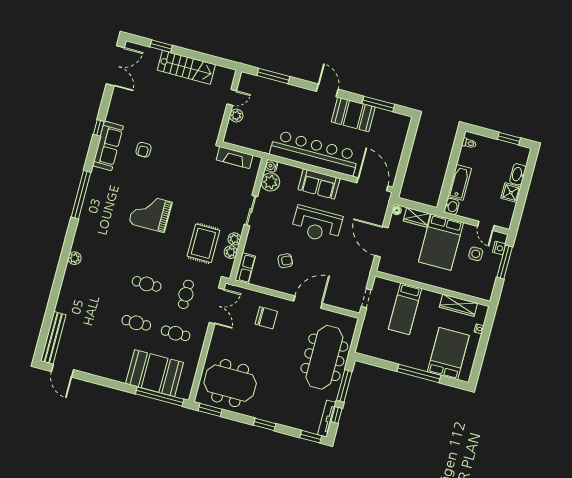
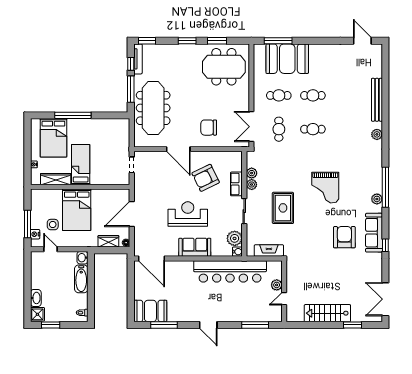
booth: (353, 114) -> (150, 311), moved
armchair: (144, 150) -> (344, 237), width x1.88, depth x1.88
bar counter: (314, 153) -> (230, 271), moved
plant: (94, 184) -> (377, 199), added
shower: (511, 193) -> (37, 314), moved
grand piano: (150, 213) -> (325, 188), turned 90
door: (381, 242) -> (132, 214), swing flipped
bed: (441, 242) -> (77, 210), moved, turned 180
rug: (203, 243) -> (283, 208), moved
armchair: (285, 261) -> (206, 178), width x1.88, depth x1.88
row of seats: (245, 268) -> (236, 184), moved
door: (308, 302) -> (178, 149), hinge flipped
bed: (405, 309) -> (81, 165), moved
bench: (53, 338) -> (377, 100), moved
window: (160, 397) -> (278, 41), width x0.68
window: (210, 410) -> (217, 41), moved

